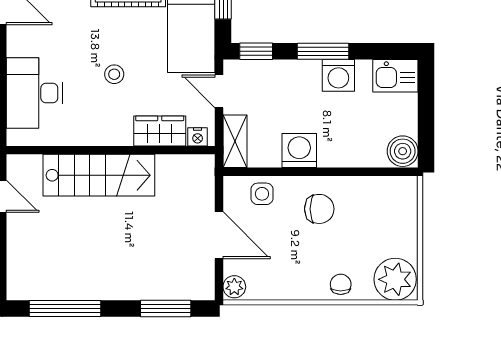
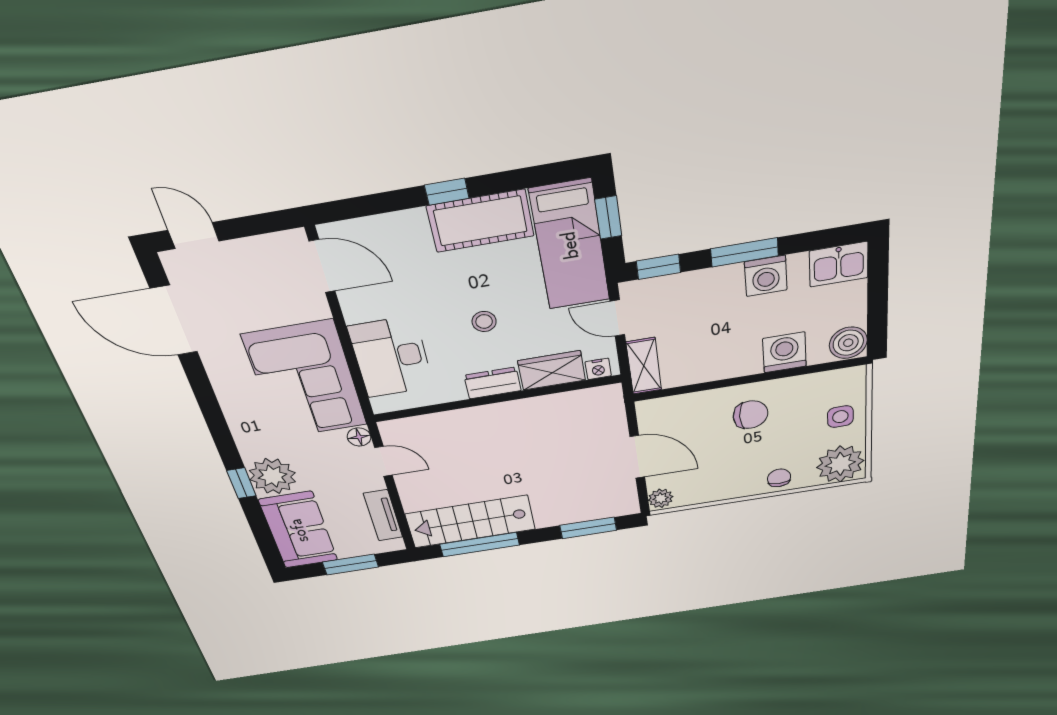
dresser: (110, 134) -> (493, 383), added
washing machine: (299, 151) -> (784, 352), moved
stairs: (99, 175) -> (470, 522), moved, turned 180
side table: (262, 194) -> (840, 417), moved

